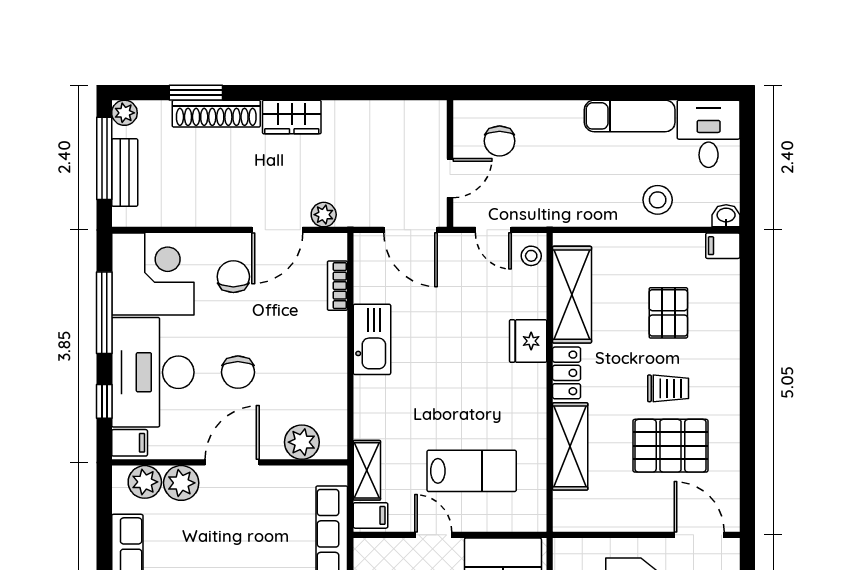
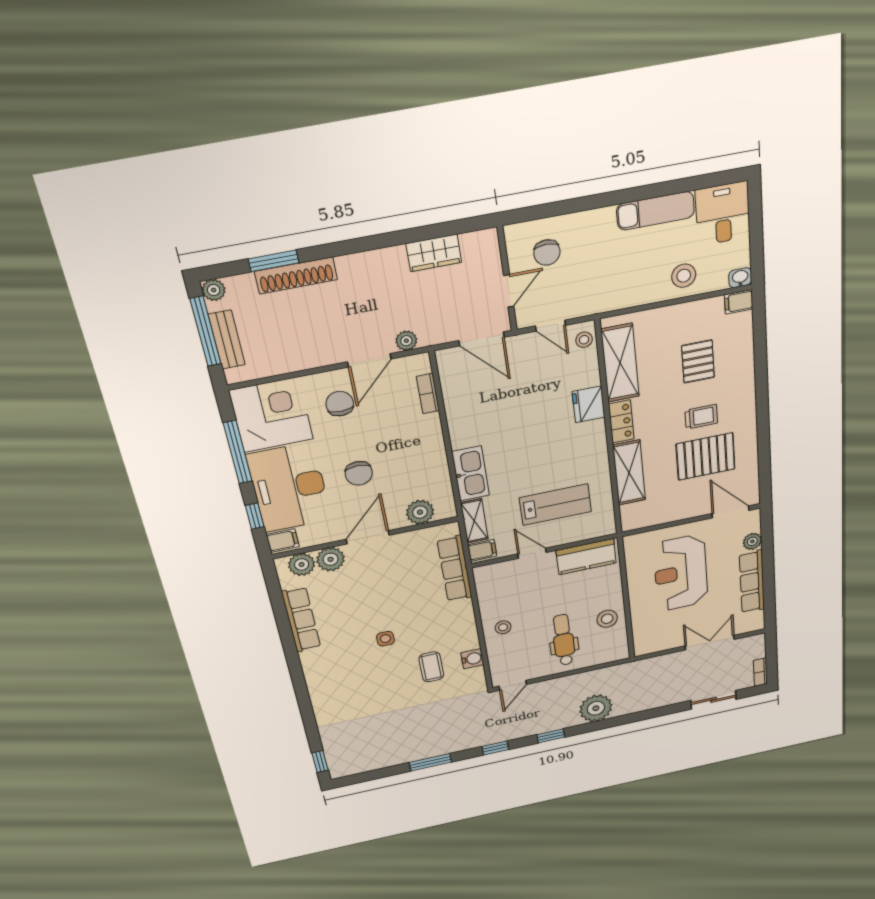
wardrobe: (292, 117) -> (434, 253), moved
kitchen sink: (372, 339) -> (471, 473), moved

